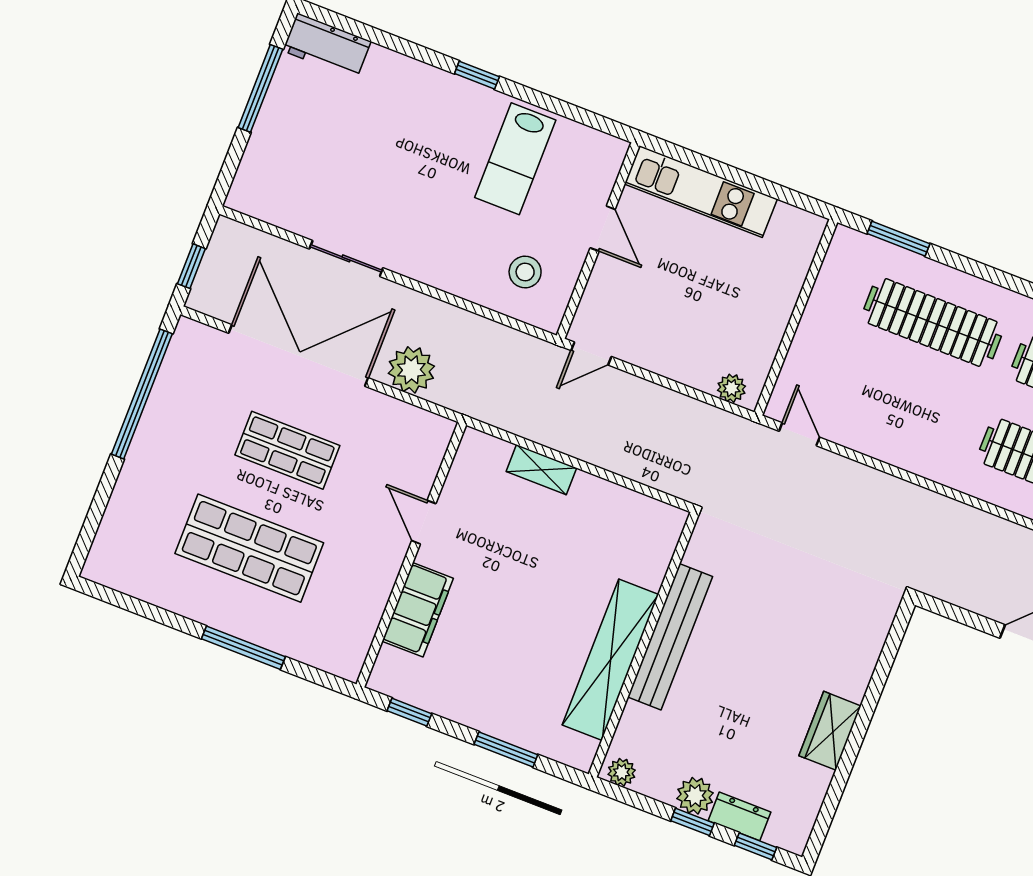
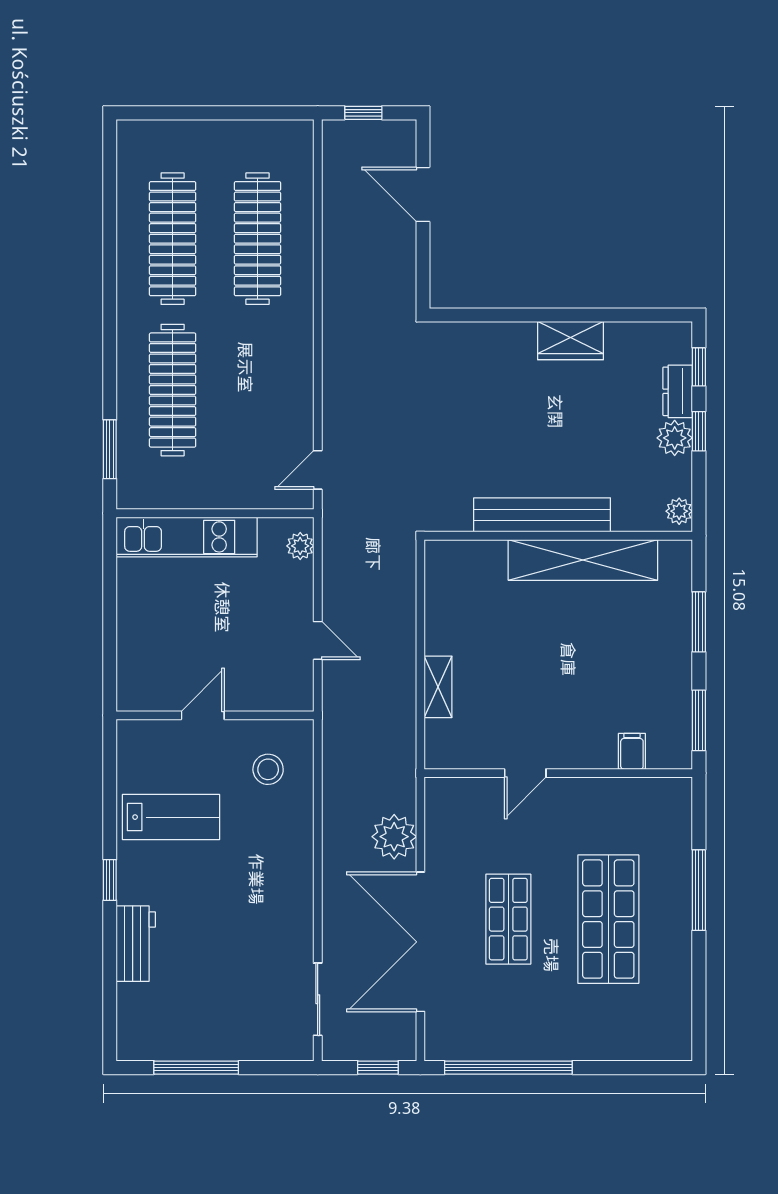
workbench: (327, 46) -> (136, 944), moved
kitchen unit: (701, 192) -> (187, 537), moved, turned 90
sliding door: (346, 258) -> (318, 999), moved
door: (591, 354) -> (318, 640), moved
filing cabinet: (418, 610) -> (632, 751), width x0.33, depth x0.86
window: (409, 712) -> (699, 720), width x1.50

